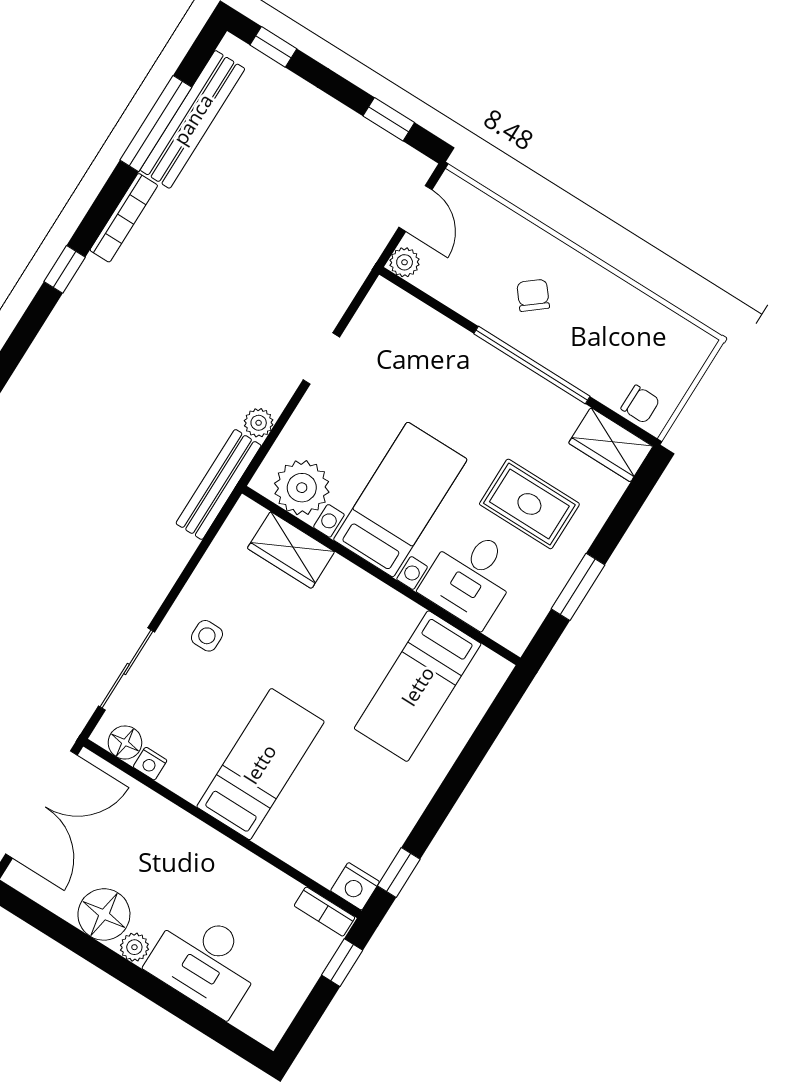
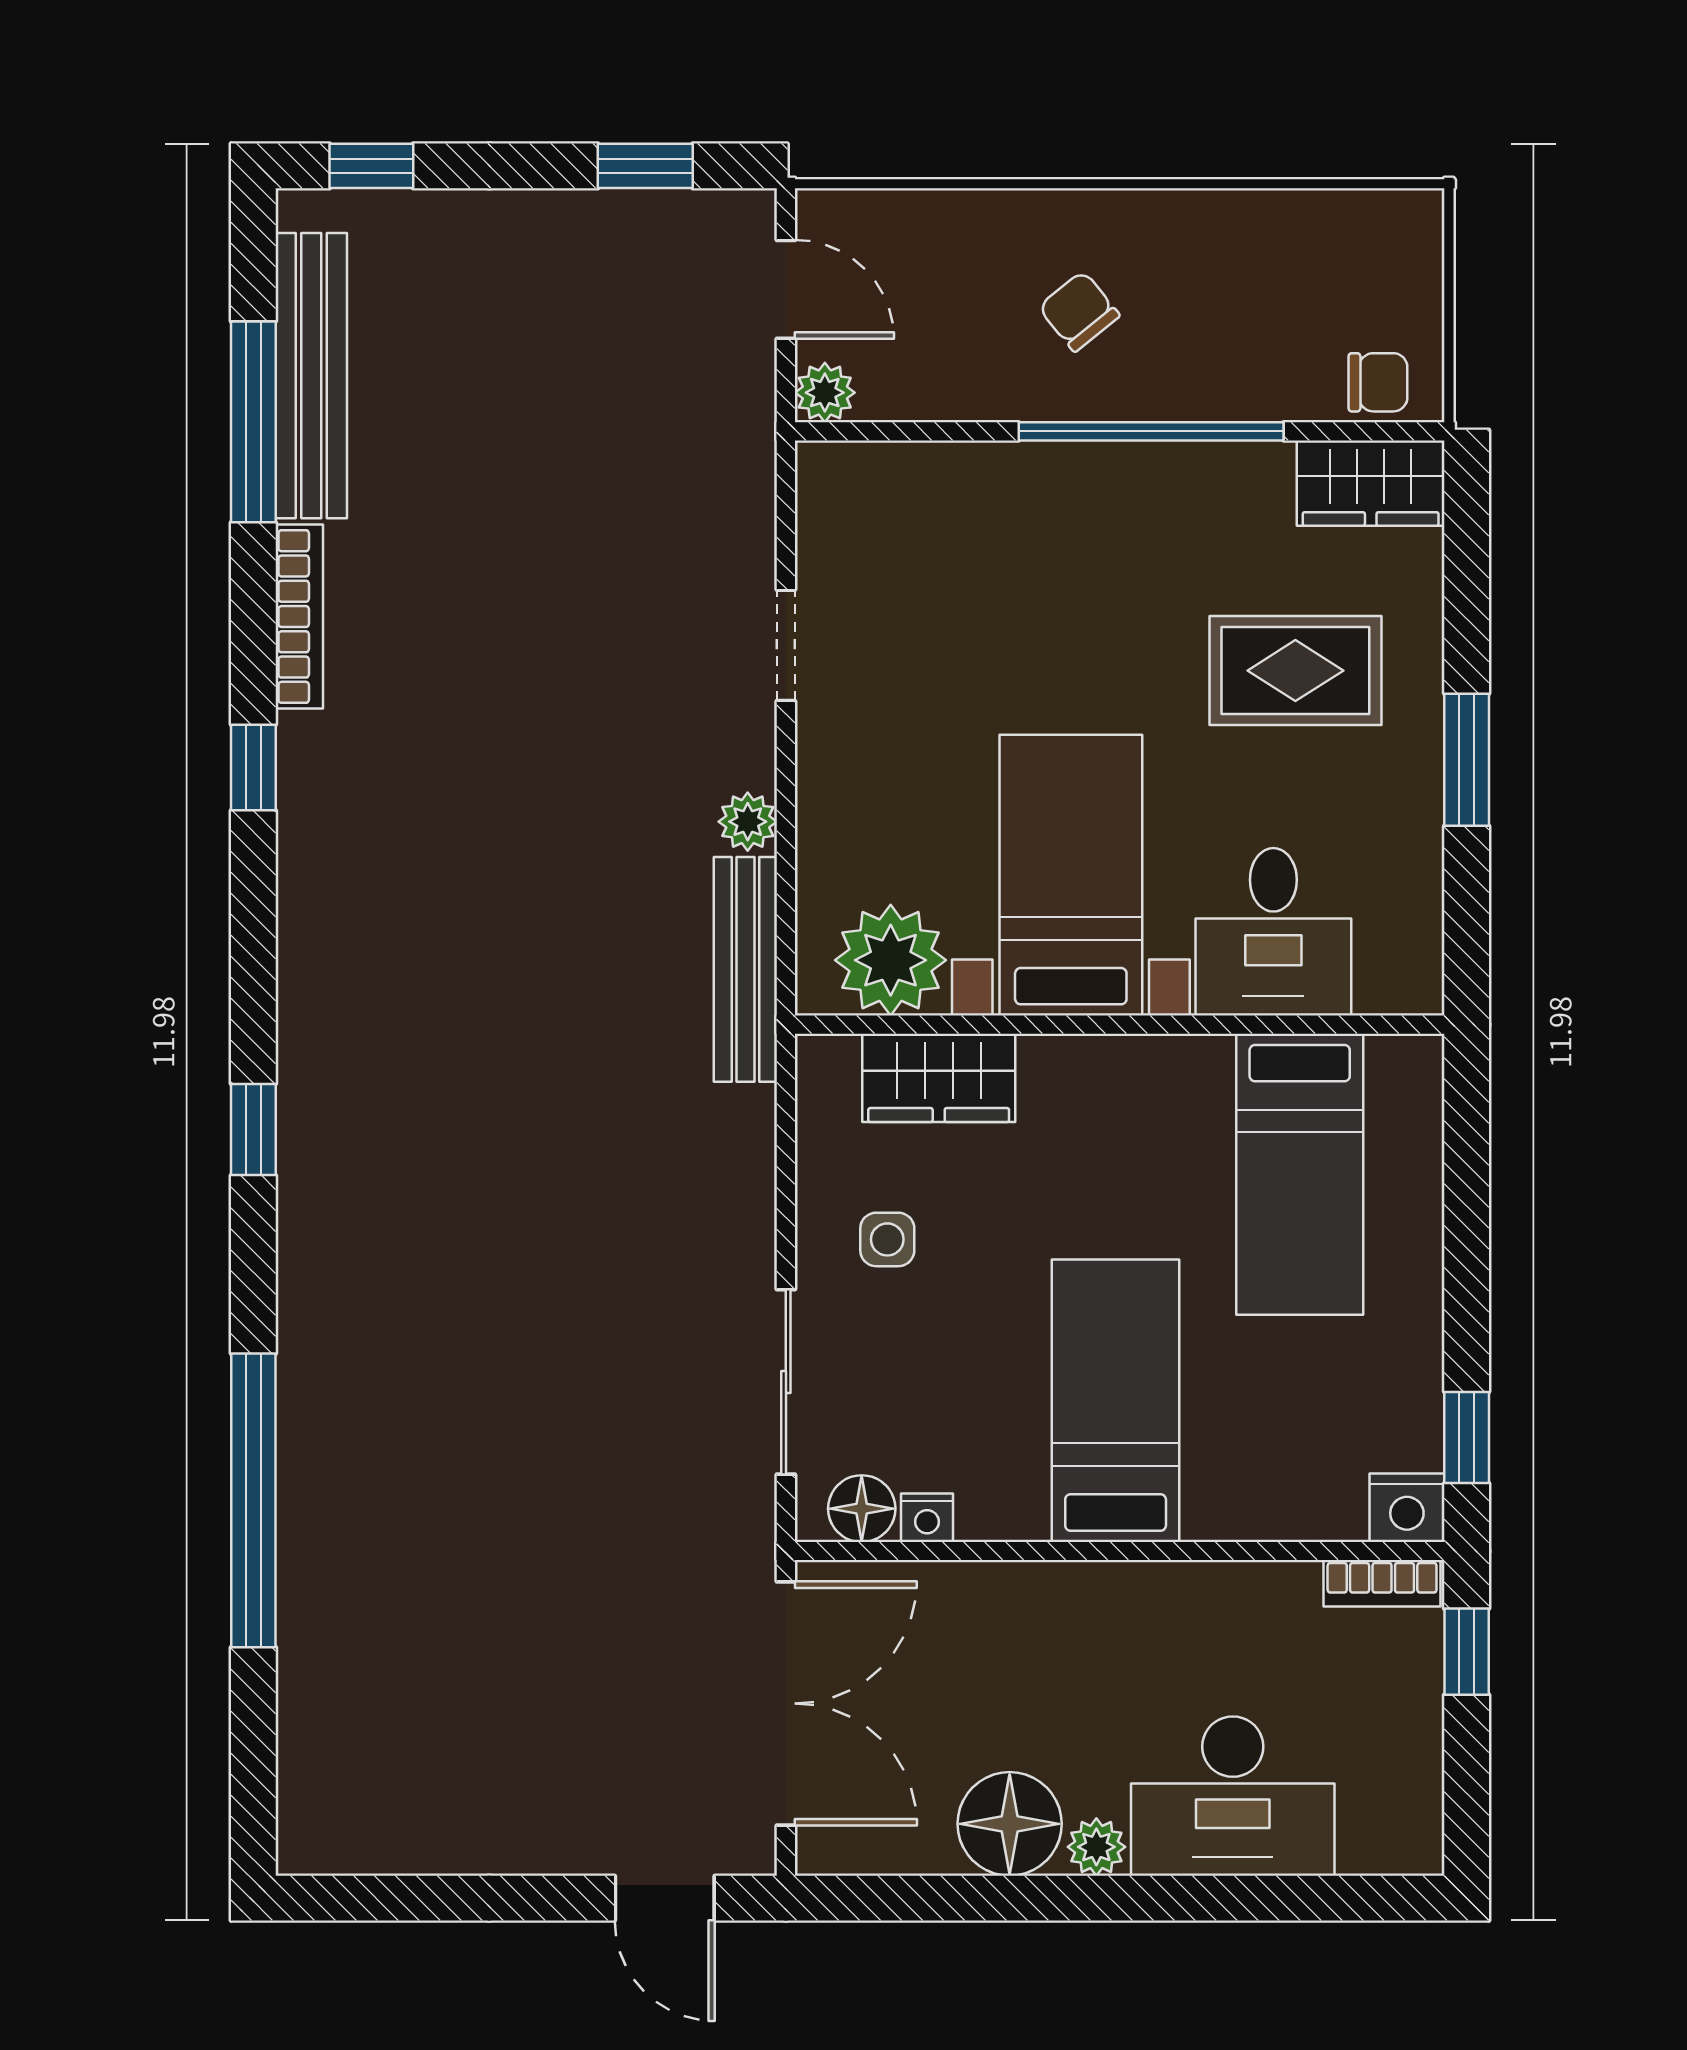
plant: (302, 488) -> (891, 960), moved
bed with nightstands: (400, 500) -> (1071, 875), moved
wardrobe: (291, 550) -> (939, 1078), moved
wall: (381, 575) -> (1120, 1025), moved
desk: (471, 577) -> (1273, 932), moved
bed: (418, 686) -> (1300, 1174), moved

